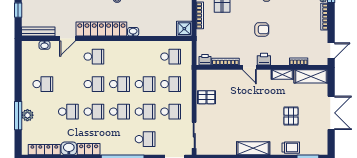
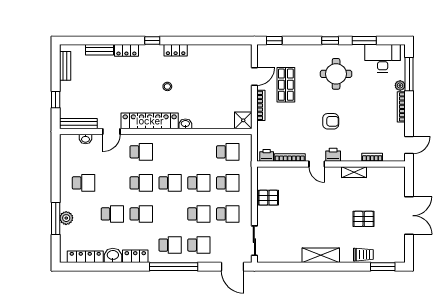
shelving: (311, 76) -> (386, 174), removed
school desk: (119, 112) -> (170, 245), moved
pallet: (291, 116) -> (364, 219), turned 90

